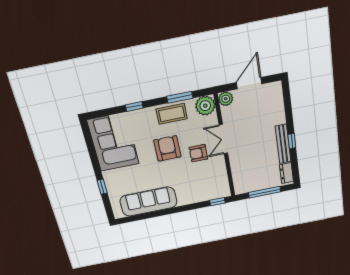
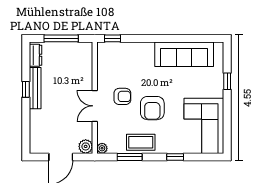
plant: (205, 106) -> (102, 148), width x0.53, depth x0.53
double door: (223, 139) -> (95, 106), swing flipped

